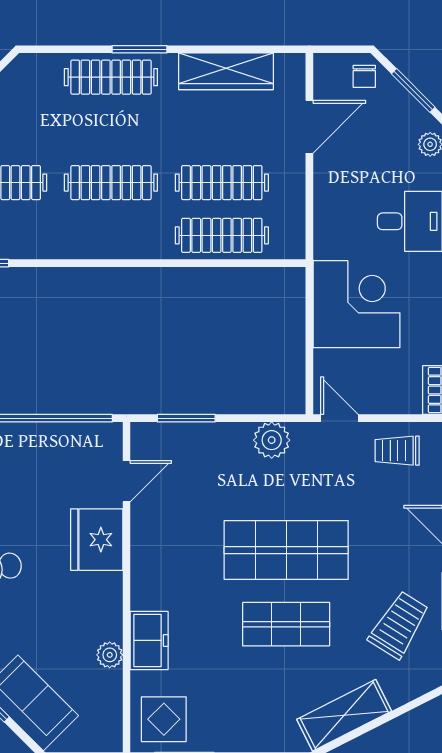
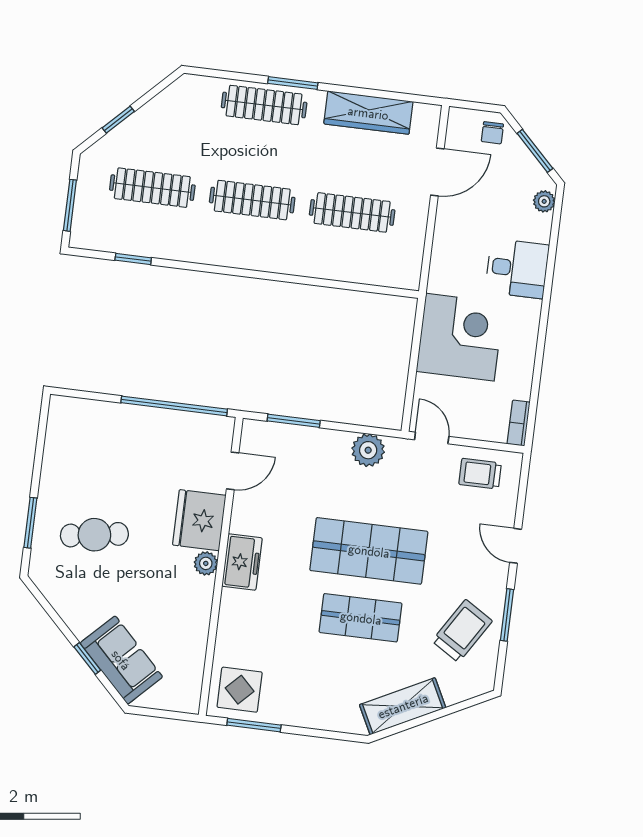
clothes rail: (222, 235) -> (346, 260), removed
freezer: (149, 640) -> (242, 562), moved
plant: (110, 655) -> (206, 563), moved

